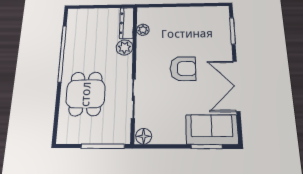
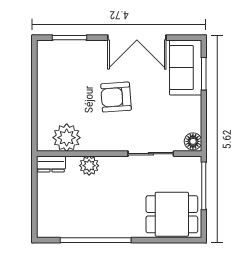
dresser: (127, 23) -> (51, 164), width x0.70
plant: (143, 30) -> (67, 138), width x1.88, depth x1.88
armchair: (183, 69) -> (116, 97), turned -94
dining table: (86, 94) -> (172, 214), moved

